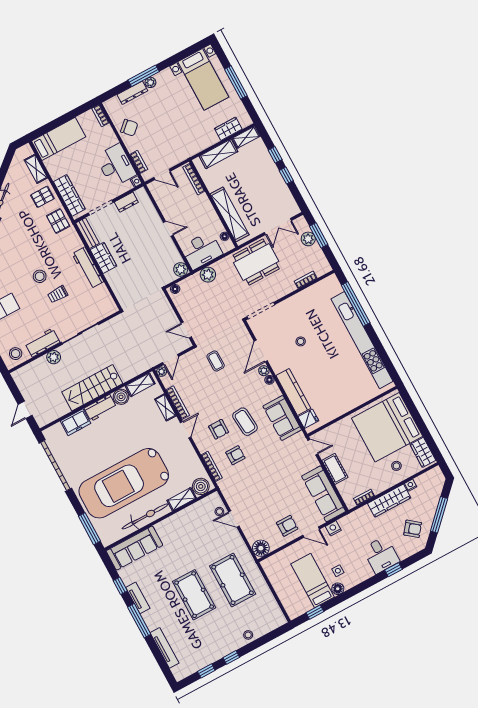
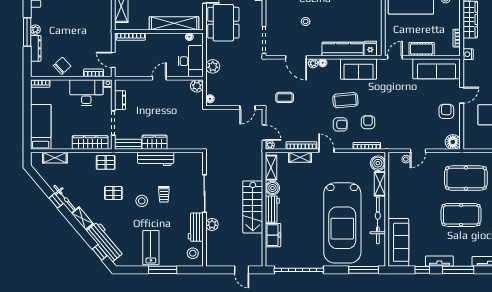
door: (162, 174) -> (113, 60), swing flipped
pallet: (42, 197) -> (113, 193), moved, turned 90
nightstand: (333, 528) -> (468, 54), moved

